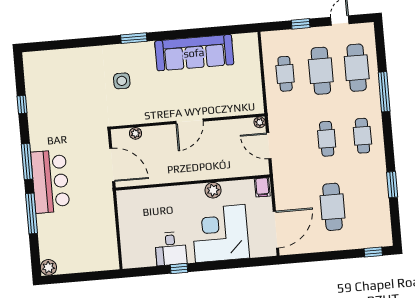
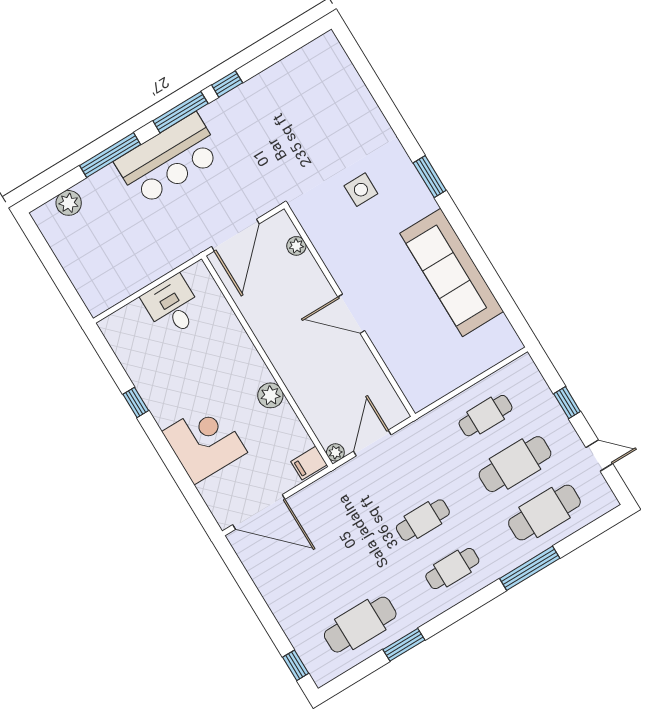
window: (22, 104) -> (227, 84), moved
plant: (260, 122) -> (335, 452), moved
cafe table: (333, 207) -> (360, 625), moved
corner desk: (220, 234) -> (205, 442), width x0.74, depth x0.74
desk: (171, 249) -> (172, 306), moved, turned 90
plant: (48, 267) -> (69, 203), moved

